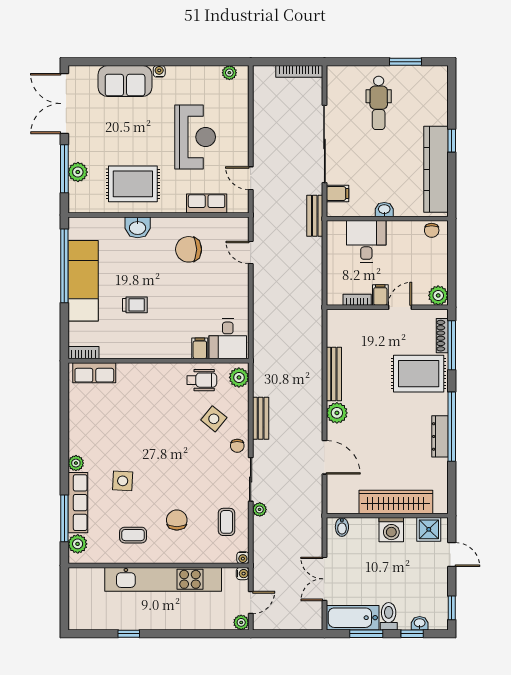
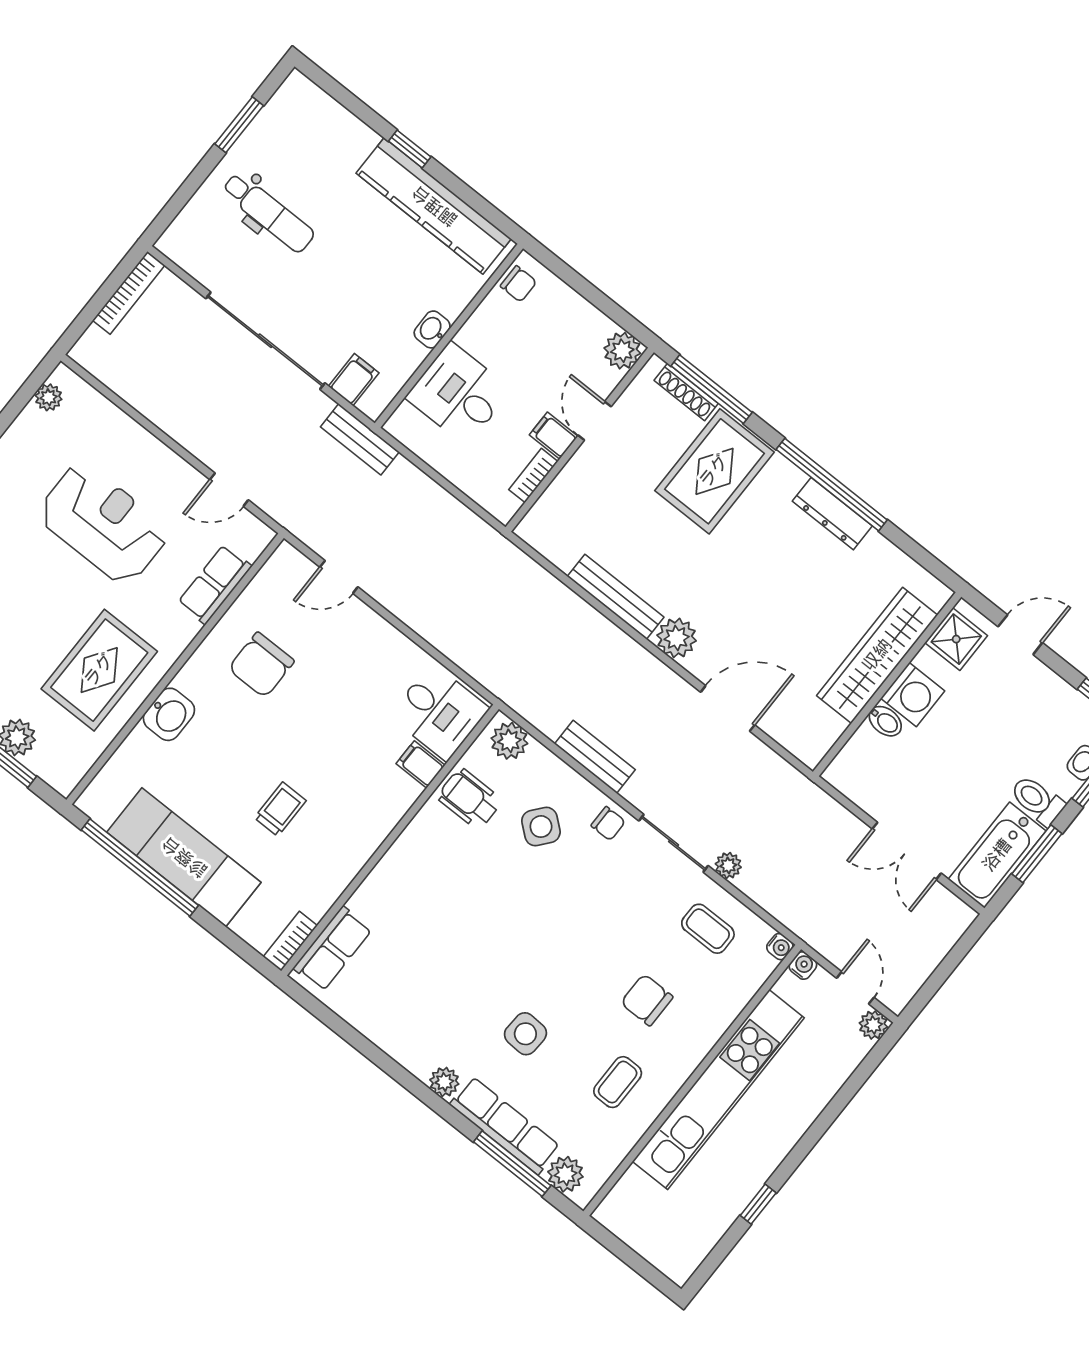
wheelchair: (202, 380) -> (470, 799), turned -90
bidet: (342, 527) -> (885, 721), moved

